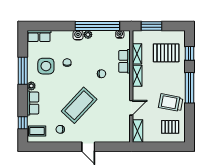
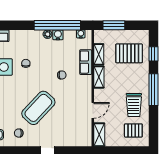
water cooler: (78, 35) -> (58, 35), moved
trolley: (171, 103) -> (134, 105), turned -101

